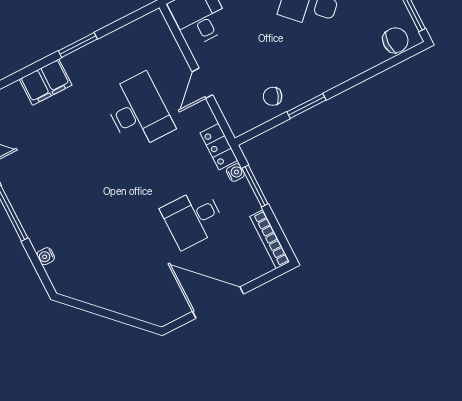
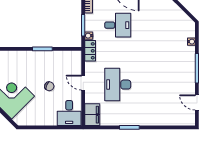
filing cabinet: (46, 82) -> (92, 115), moved, turned 90
door: (202, 83) -> (83, 83), swing flipped
chair: (273, 96) -> (49, 86), moved

